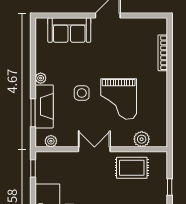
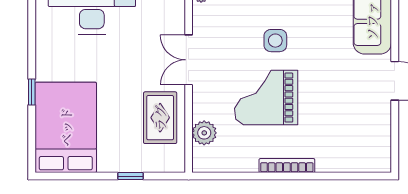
bookcase: (163, 53) -> (287, 166), moved
double door: (94, 149) -> (189, 60), swing flipped

